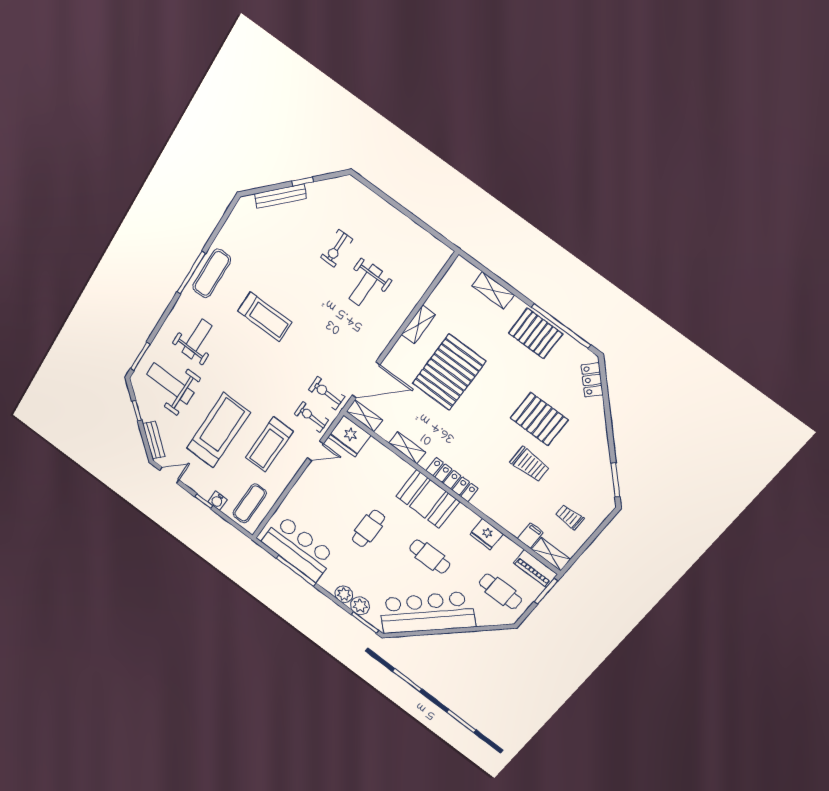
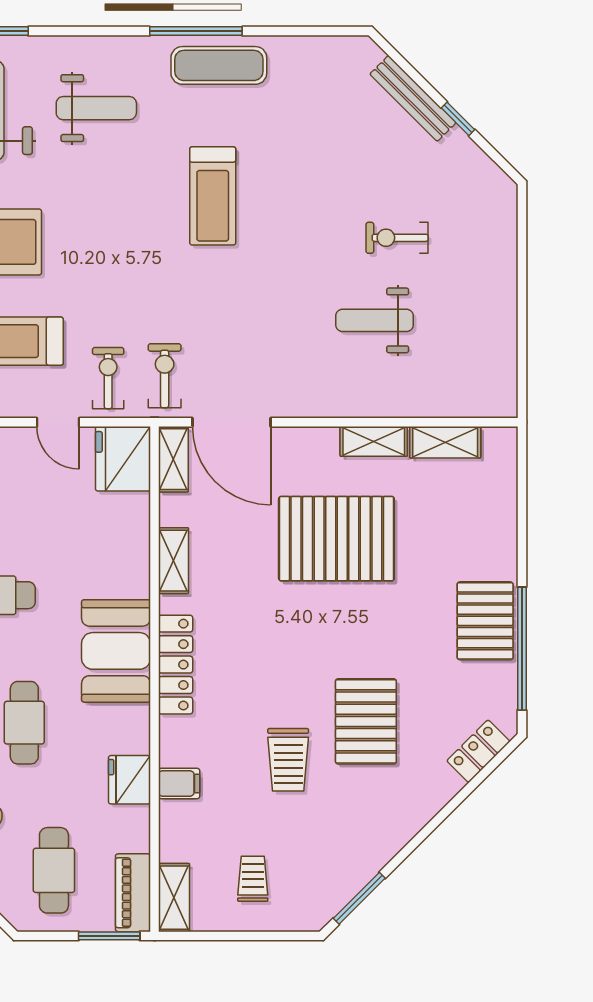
shelving: (493, 290) -> (445, 442), moved, turned 90
filing cabinet: (530, 536) -> (179, 783), moved

